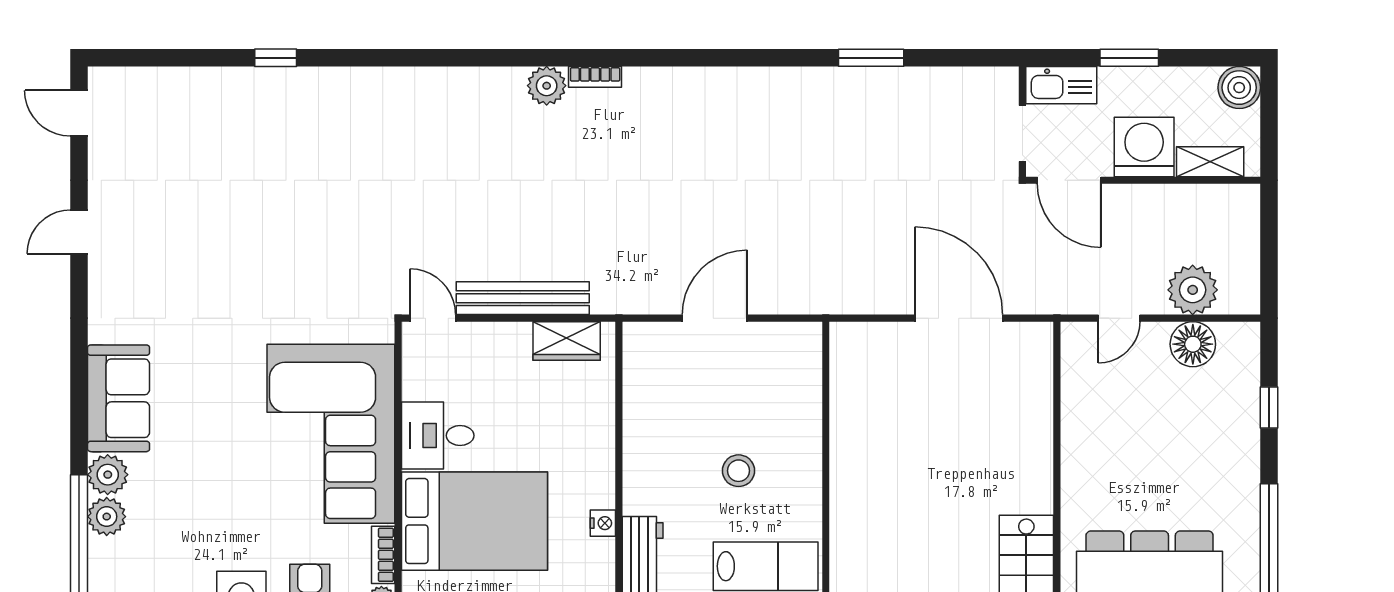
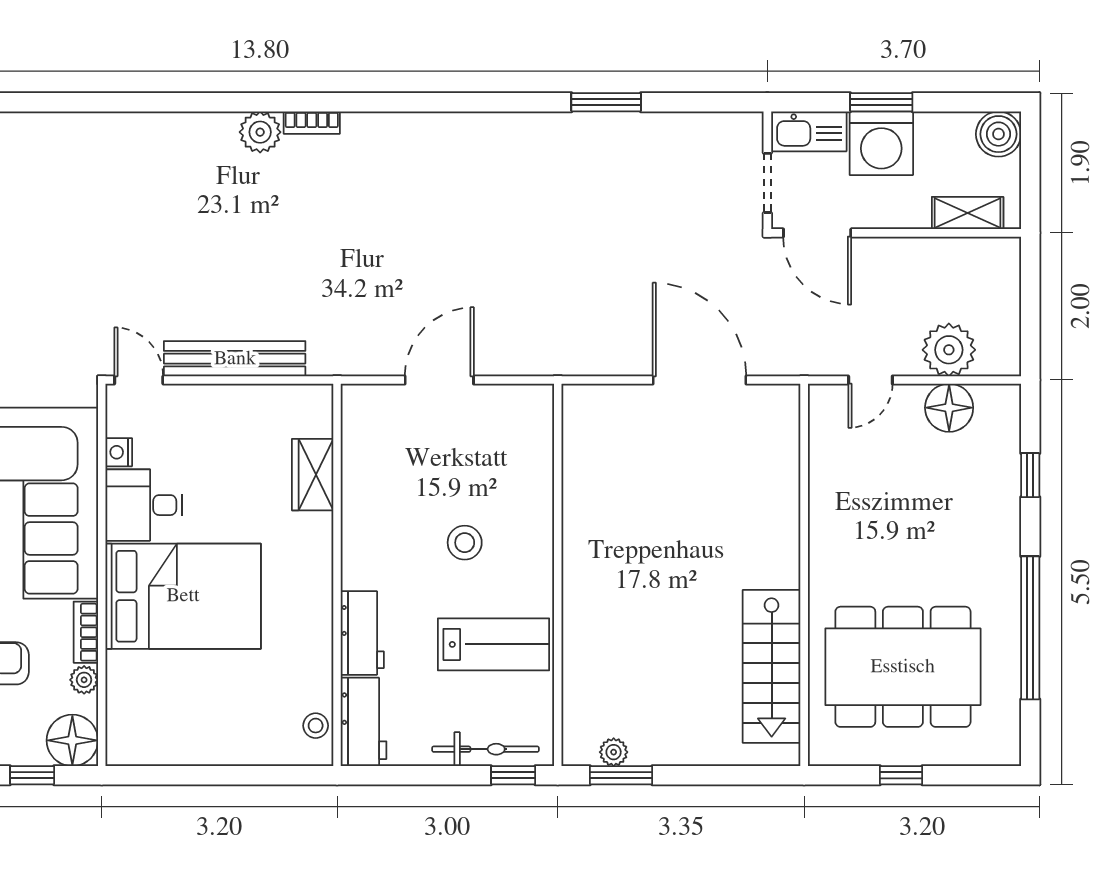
washing machine: (1144, 147) -> (881, 143), moved, turned 180
wardrobe: (567, 341) -> (313, 475), moved, turned 90
nightstand: (603, 523) -> (119, 452), moved, turned 180

